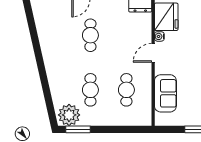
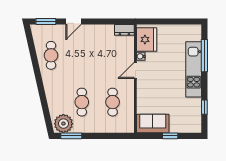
cafe table: (90, 35) -> (51, 55), moved
sofa: (165, 93) -> (153, 124), moved, turned -90

